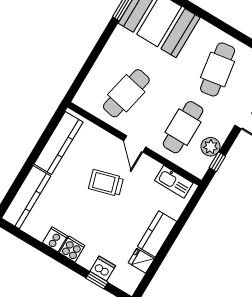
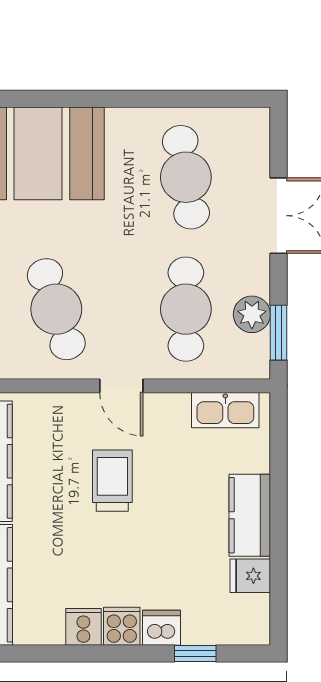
cafe table: (126, 93) -> (56, 309), turned -30
window: (217, 162) -> (278, 333), width x1.50
trolley: (106, 183) -> (112, 481), turned 106
dishwasher: (103, 268) -> (161, 628), moved

